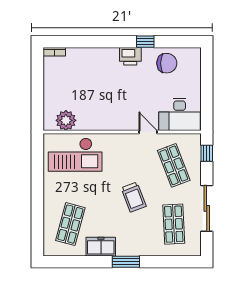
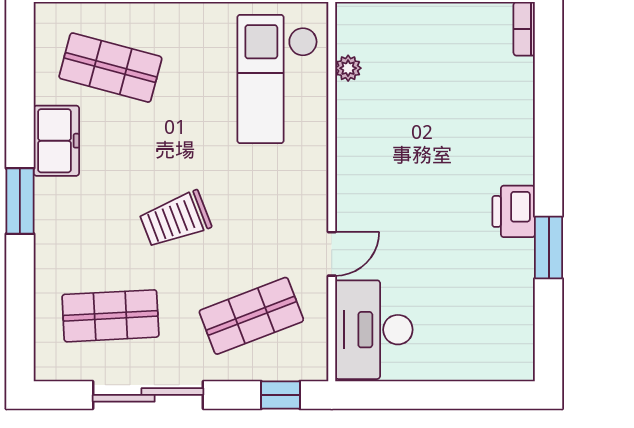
window: (145, 42) -> (549, 247), width x1.50
chair: (167, 63) -> (497, 299), removed
plant: (66, 120) -> (348, 68), width x0.53, depth x0.53

